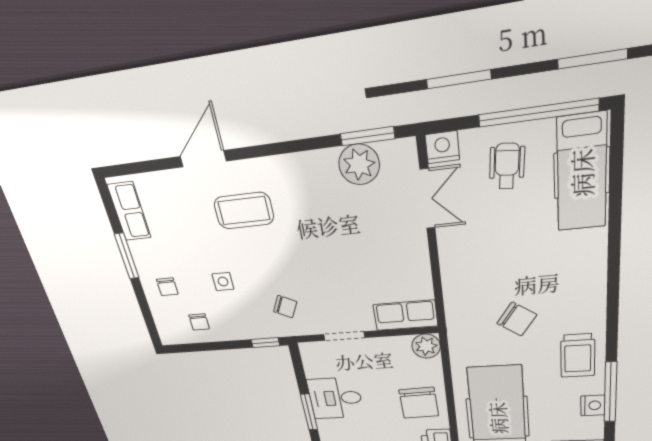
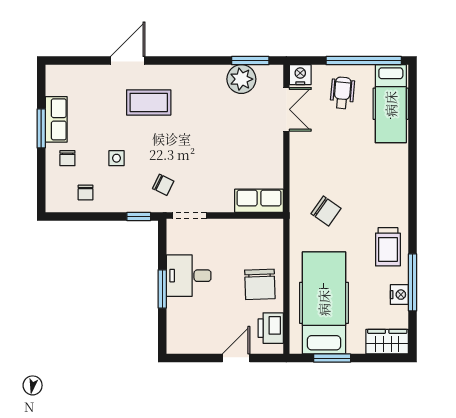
row of seats: (129, 211) -> (56, 119), moved
chair: (517, 319) -> (326, 211), moved
doorway: (344, 336) -> (189, 215), moved
plant: (426, 346) -> (272, 230), removed

